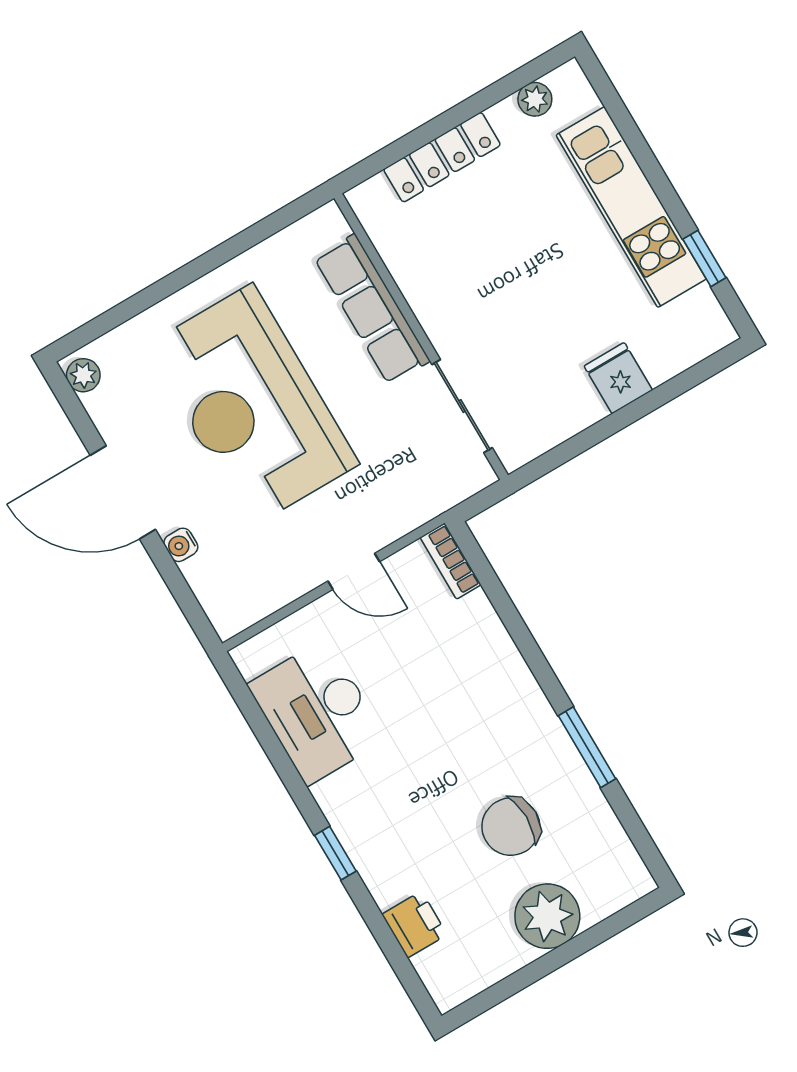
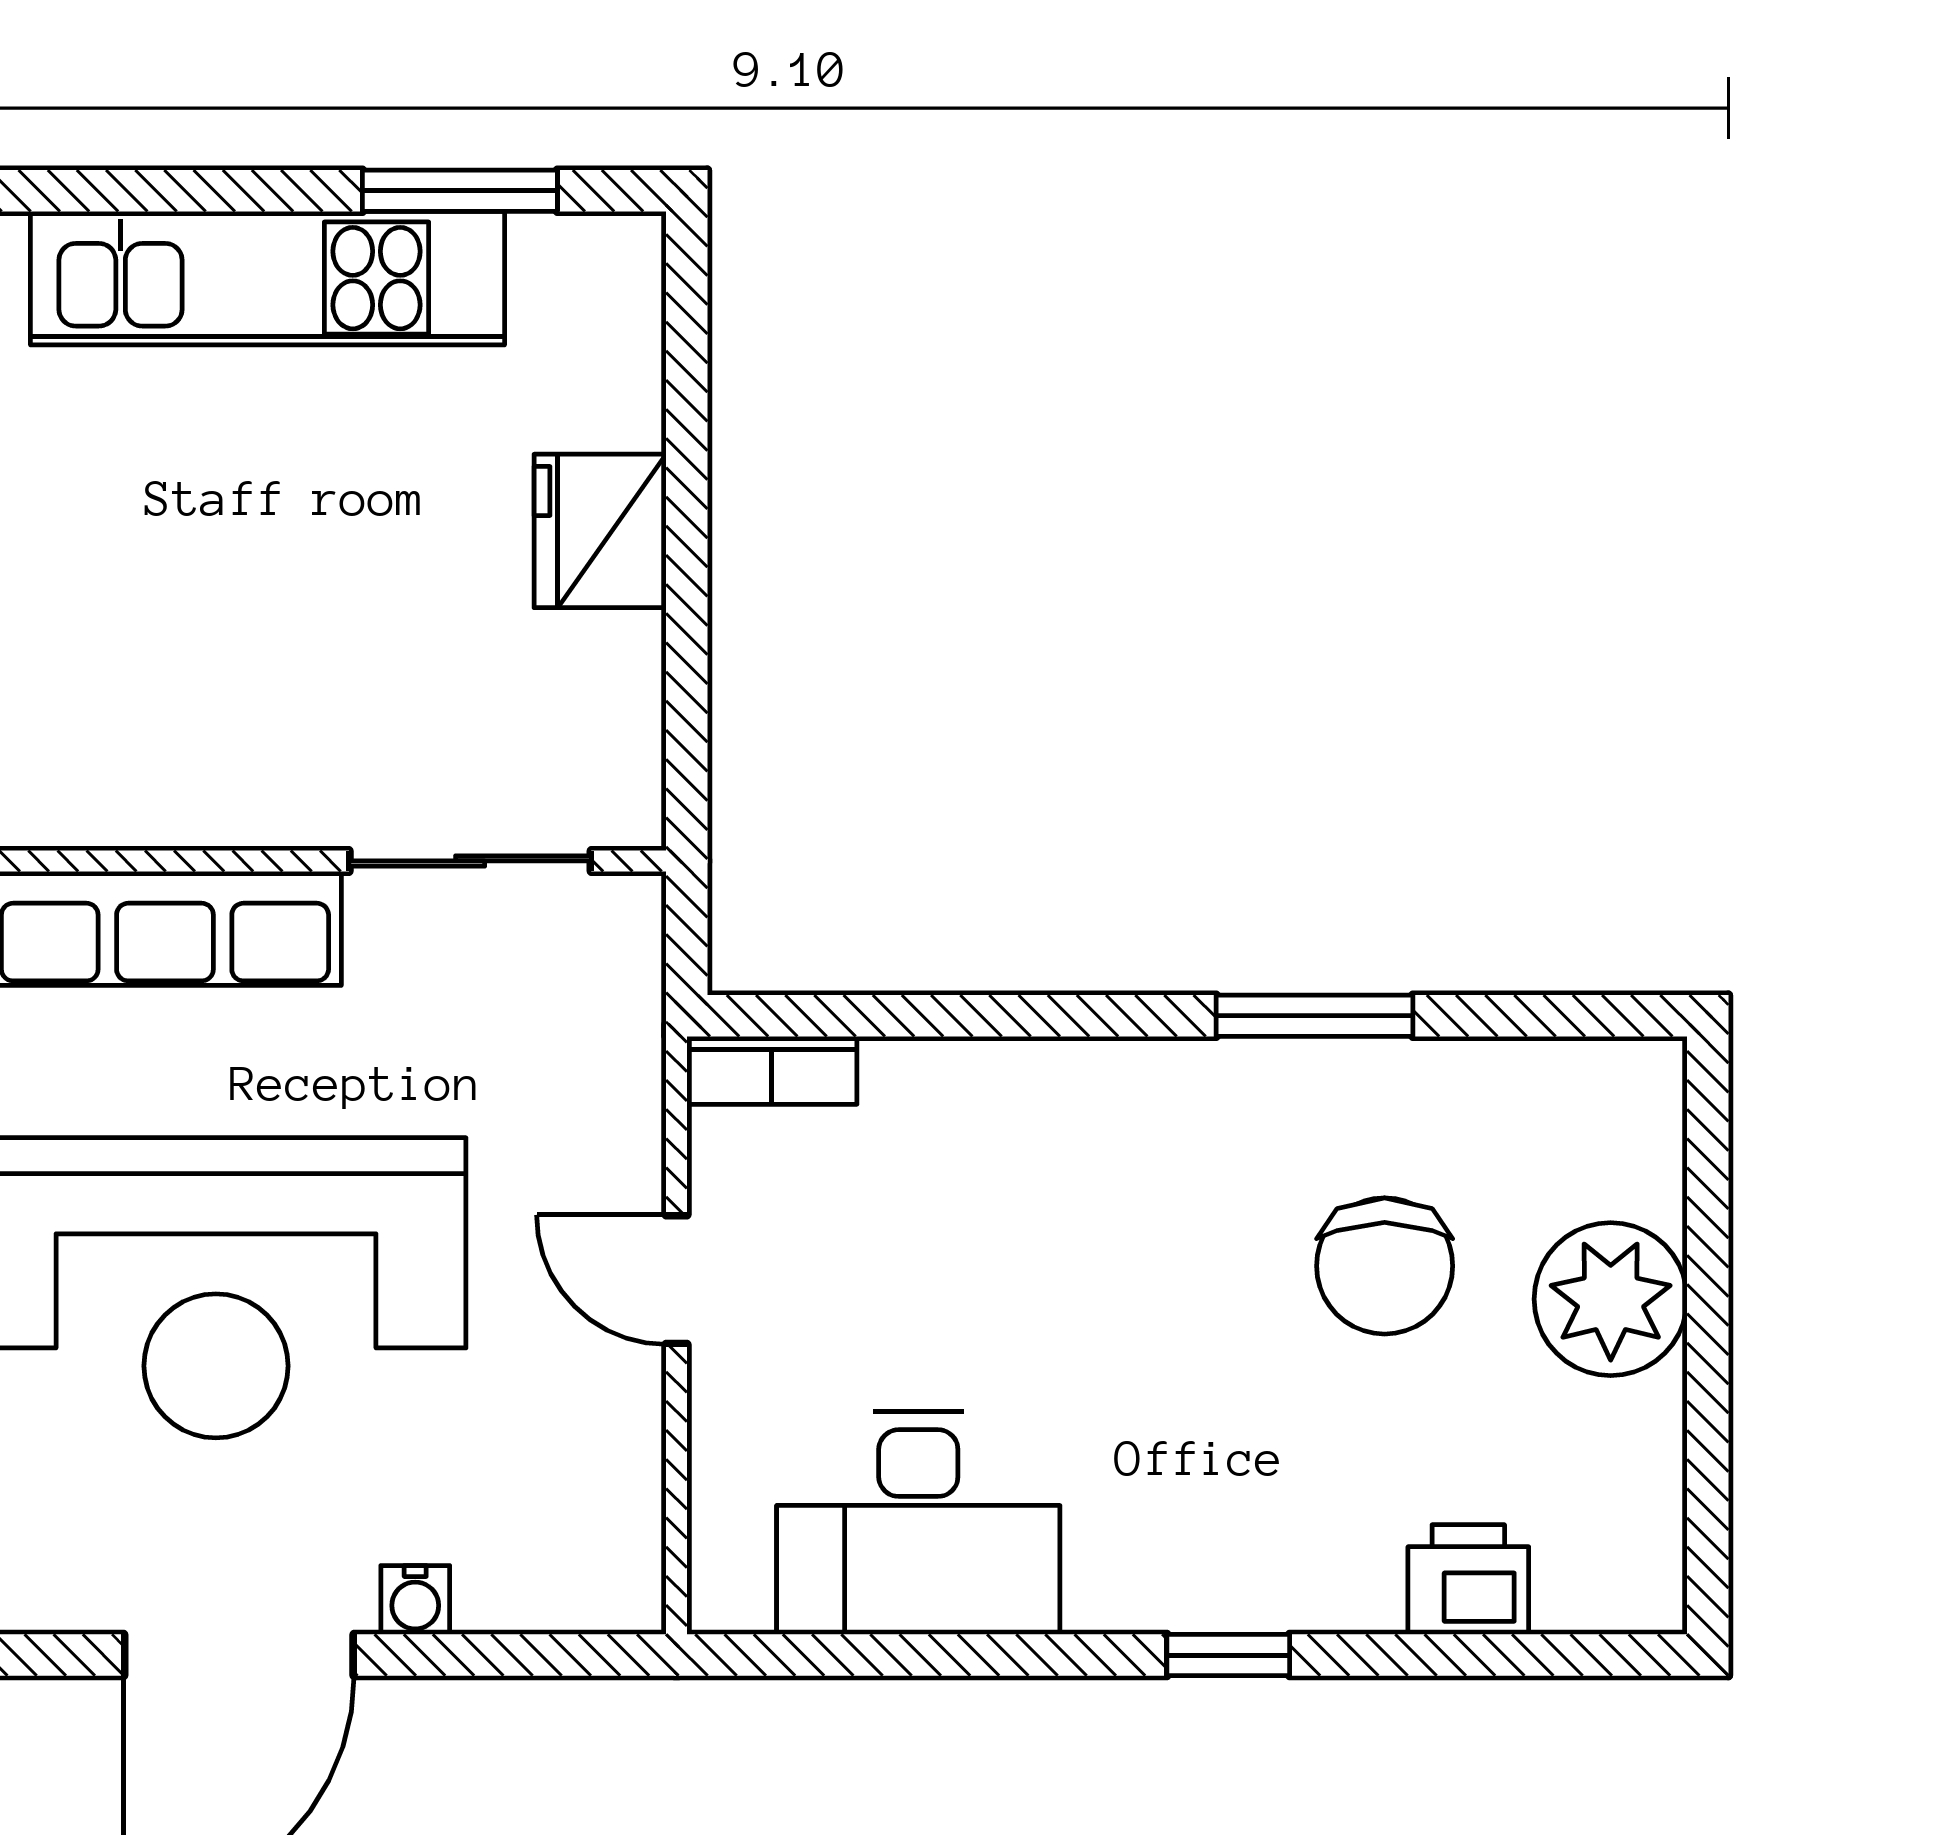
window: (704, 258) -> (460, 191), width x1.50
fridge: (618, 378) -> (600, 531), width x1.38
door: (354, 571) -> (677, 1280), swing flipped

